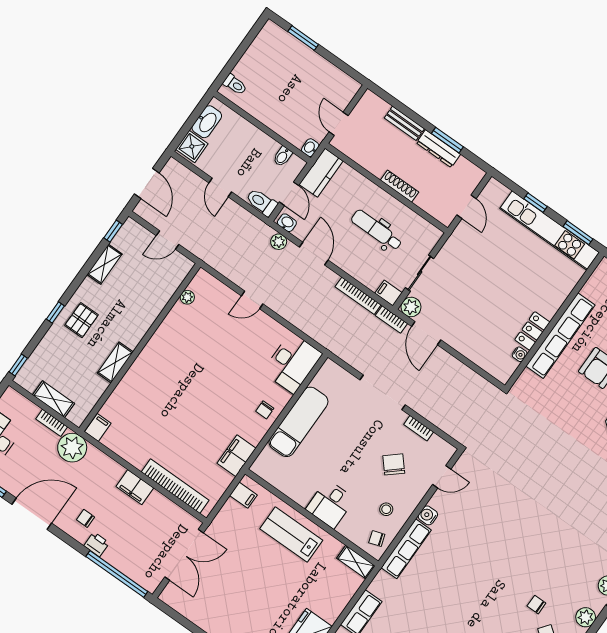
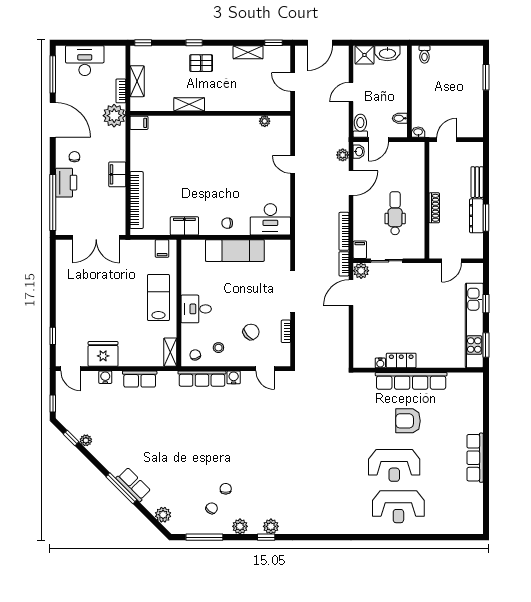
kitchen counter: (321, 173) -> (407, 151), removed
printer: (97, 544) -> (66, 183), width x1.87, depth x1.48

